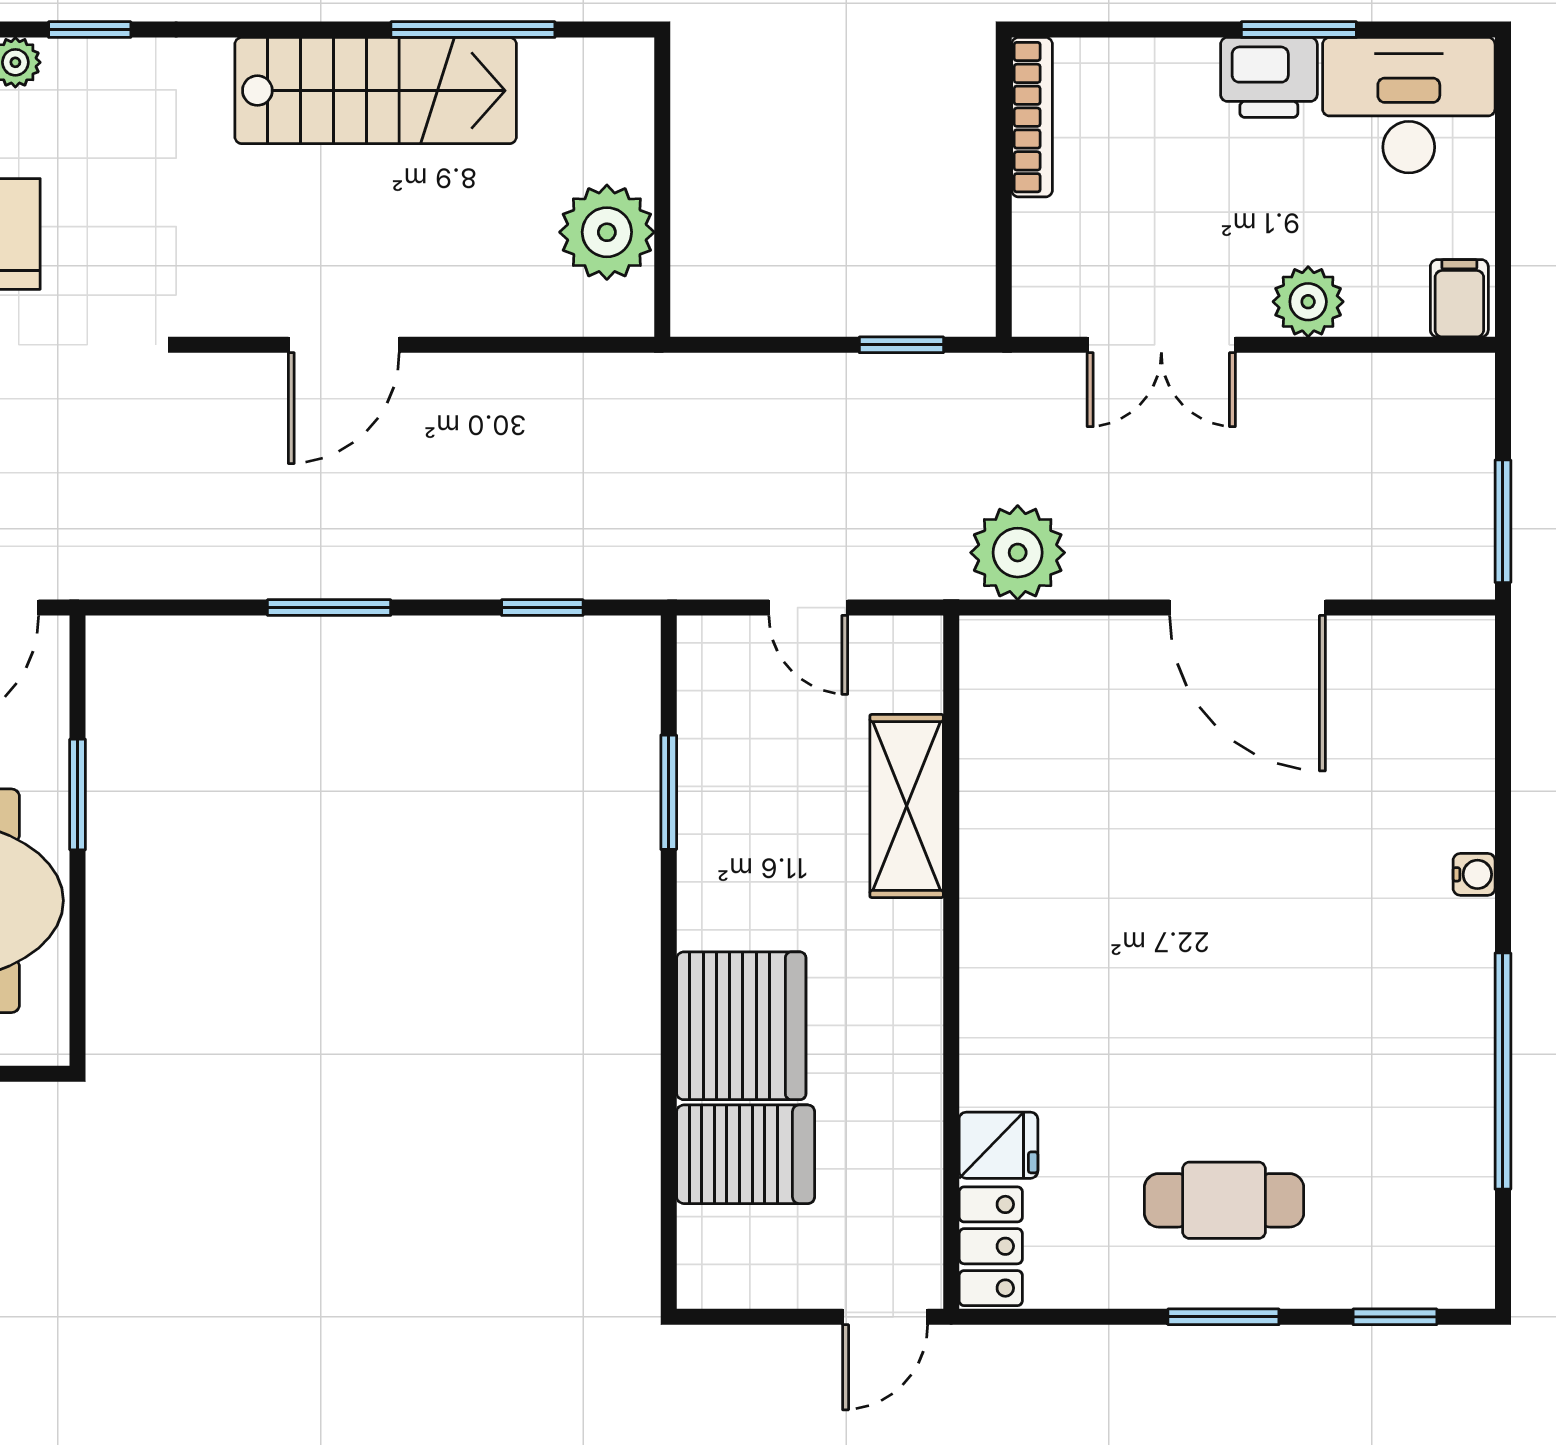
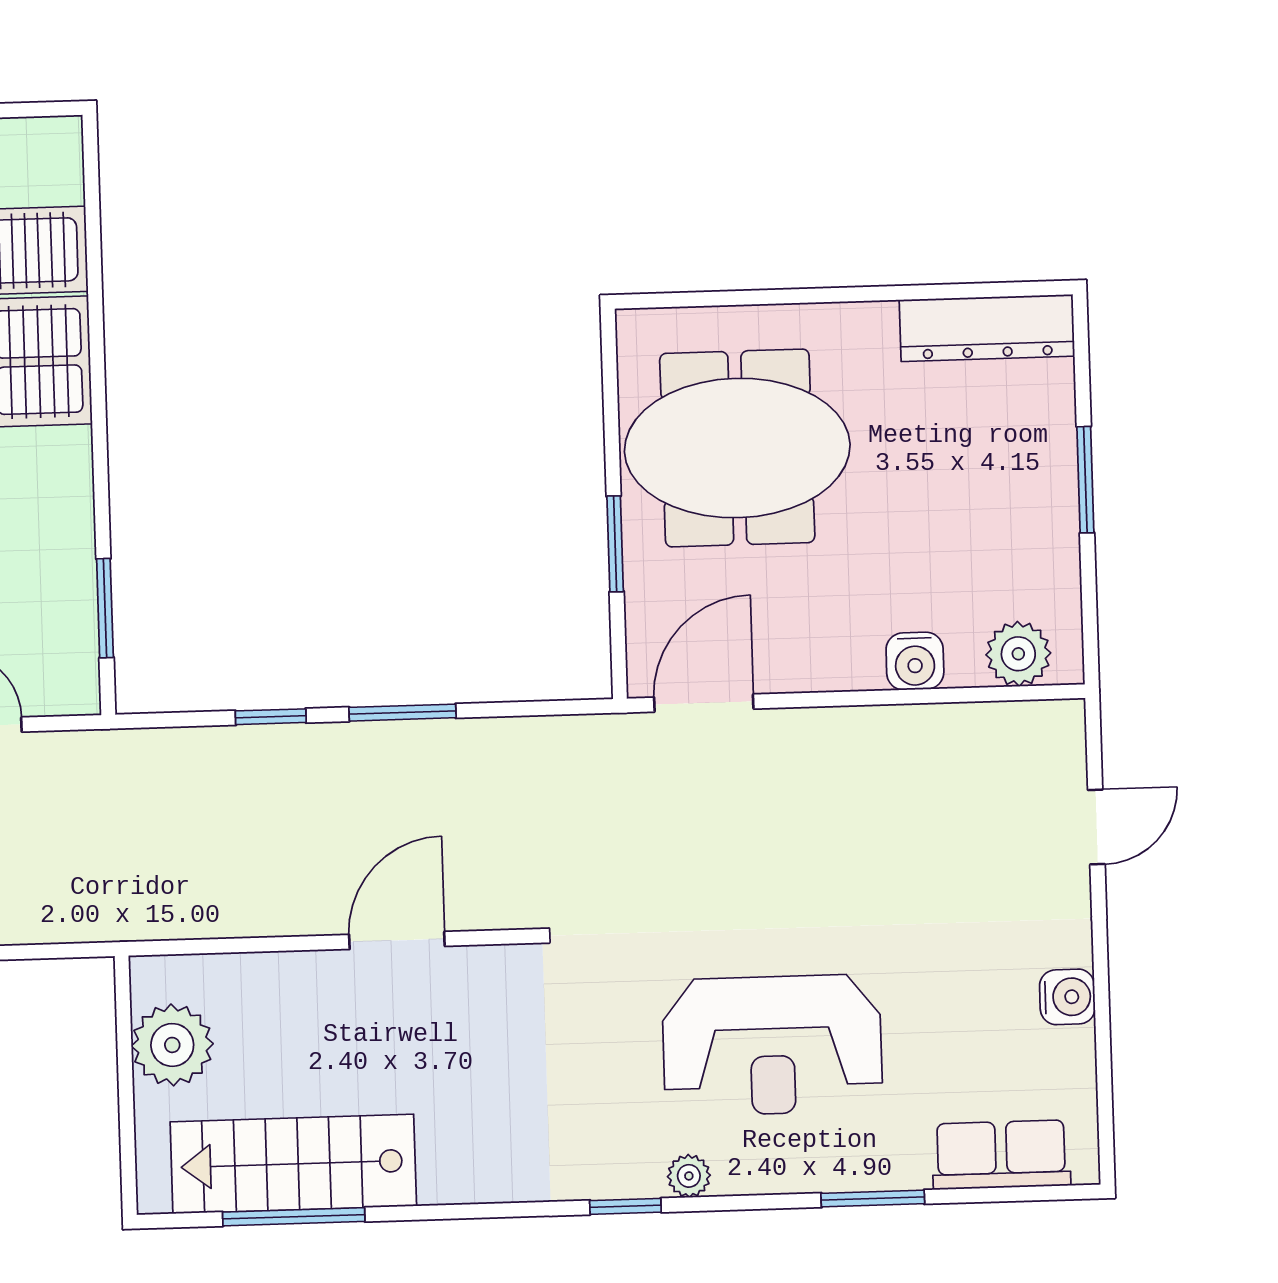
stairs: (376, 91) -> (293, 1164), moved
window: (542, 608) -> (271, 717), moved
window: (669, 792) -> (105, 608), moved

